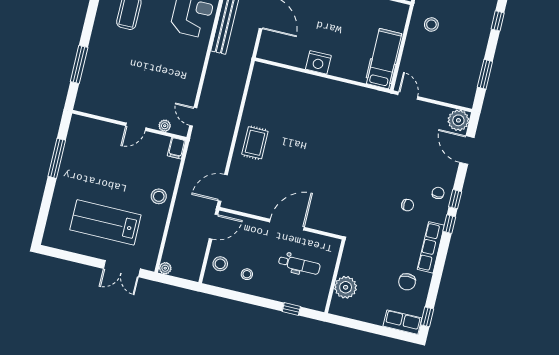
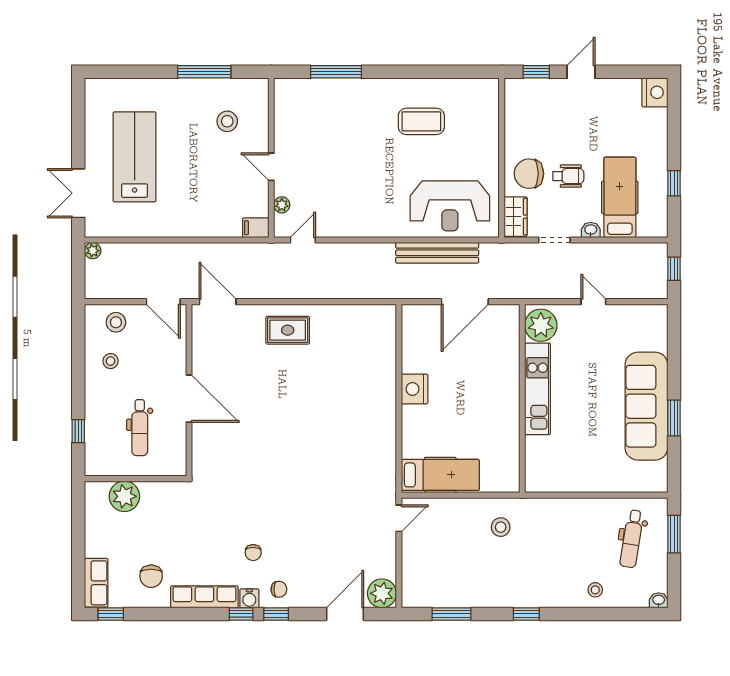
stool: (159, 196) -> (227, 121), moved
water cooler: (439, 216) -> (249, 598), added
chair: (407, 282) -> (151, 576), turned -90

